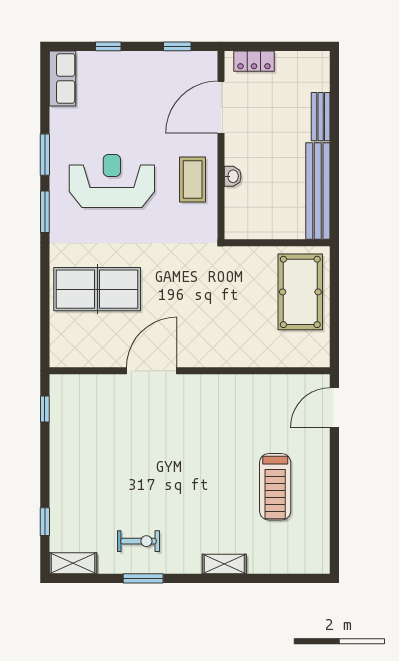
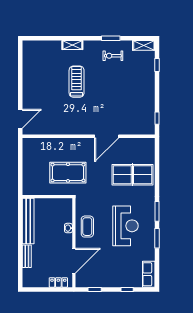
reception desk: (112, 181) -> (125, 226), turned -90
pool table: (300, 292) -> (68, 173), moved, turned 90
treadmill: (275, 487) -> (77, 82), moved

